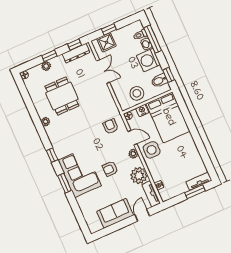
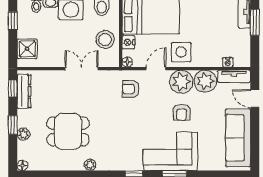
window: (109, 29) -> (13, 21), moved
double door: (103, 72) -> (81, 69), moved
plant: (133, 154) -> (181, 82), width x1.88, depth x1.88
sofa: (115, 213) -> (238, 138), width x1.36

